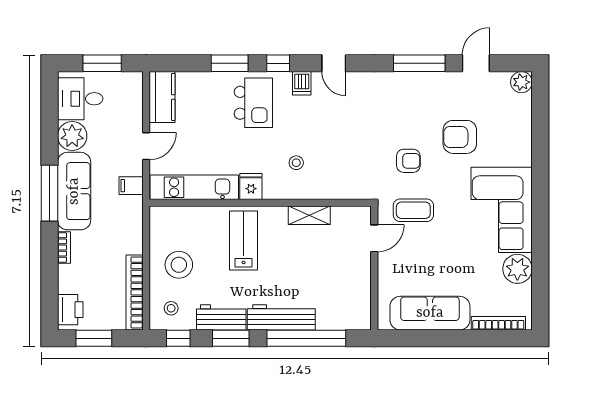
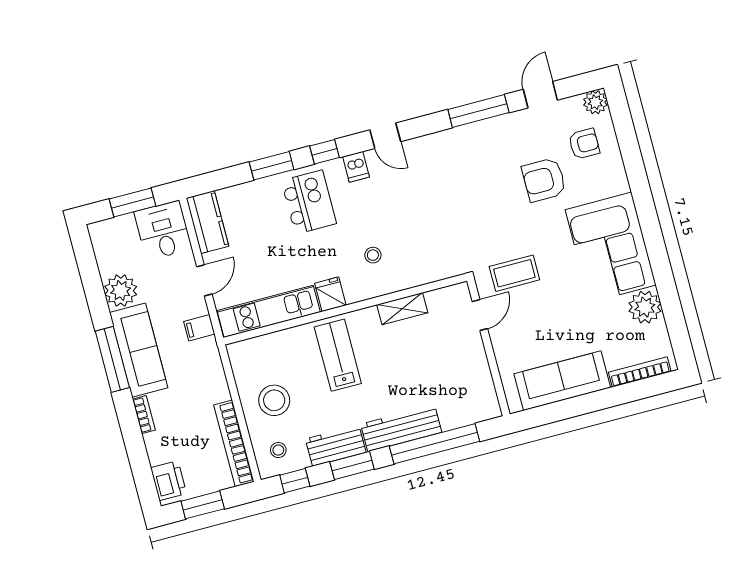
desk: (80, 99) -> (163, 230), moved, turned 90
armchair: (408, 161) -> (584, 144), moved

